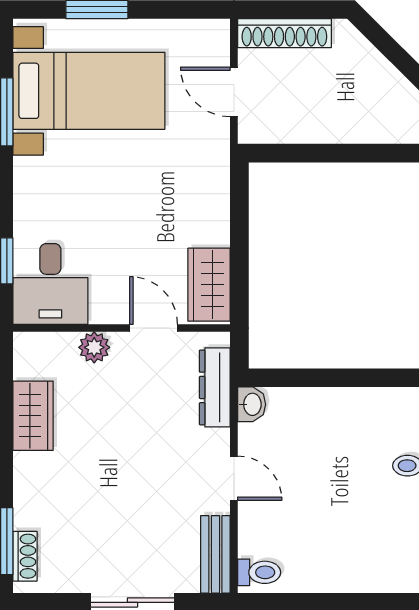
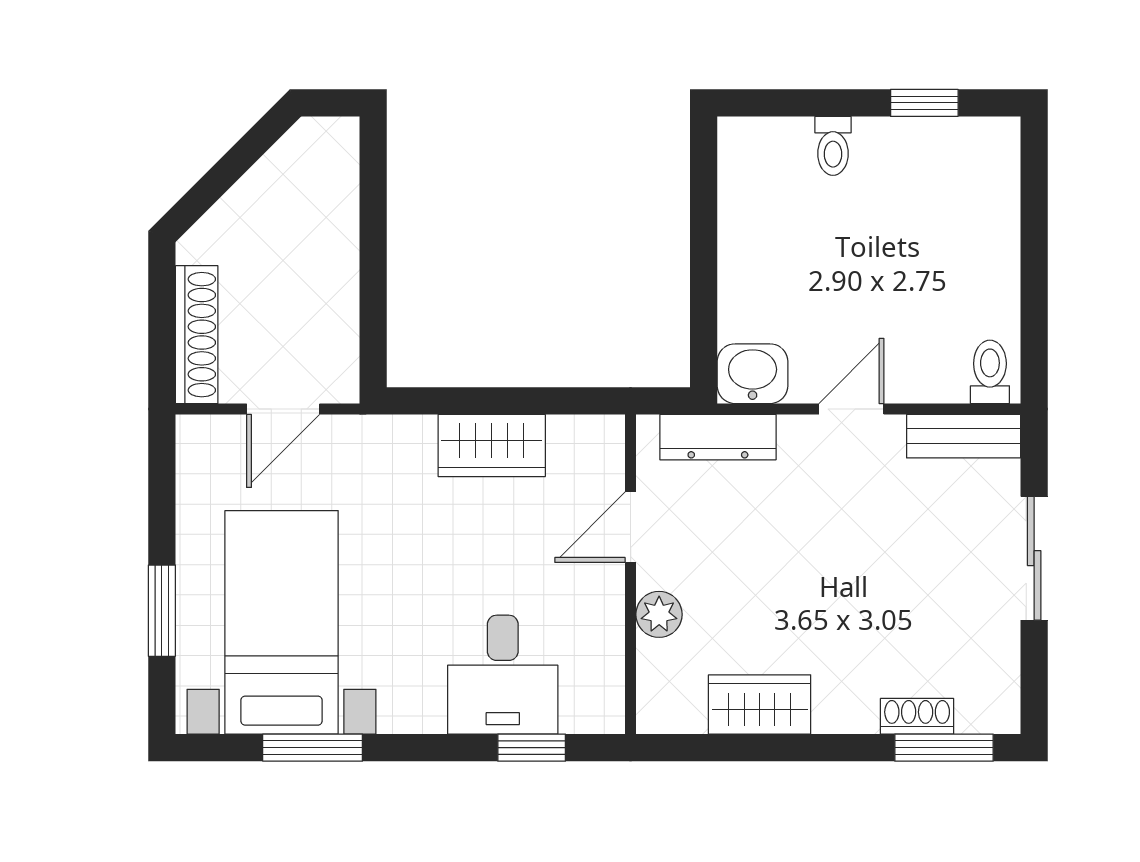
desk: (50, 284) -> (503, 675), moved, turned 90
wardrobe: (209, 285) -> (492, 445), moved
washbasin: (252, 404) -> (753, 374), width x1.38, depth x1.45
shoe rack: (25, 556) -> (917, 716), moved

